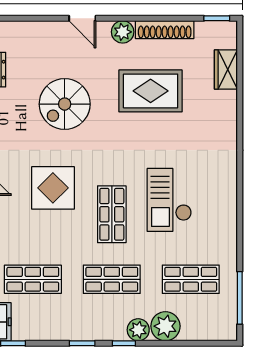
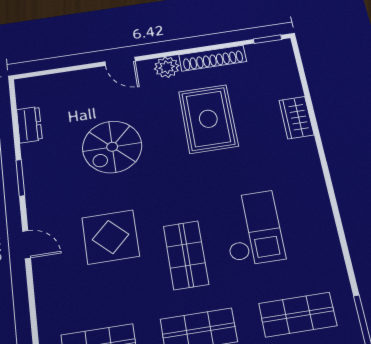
wardrobe: (226, 69) -> (296, 118), moved
rug: (151, 91) -> (208, 119), turned 90
checkout: (169, 200) -> (252, 228), turned 180

